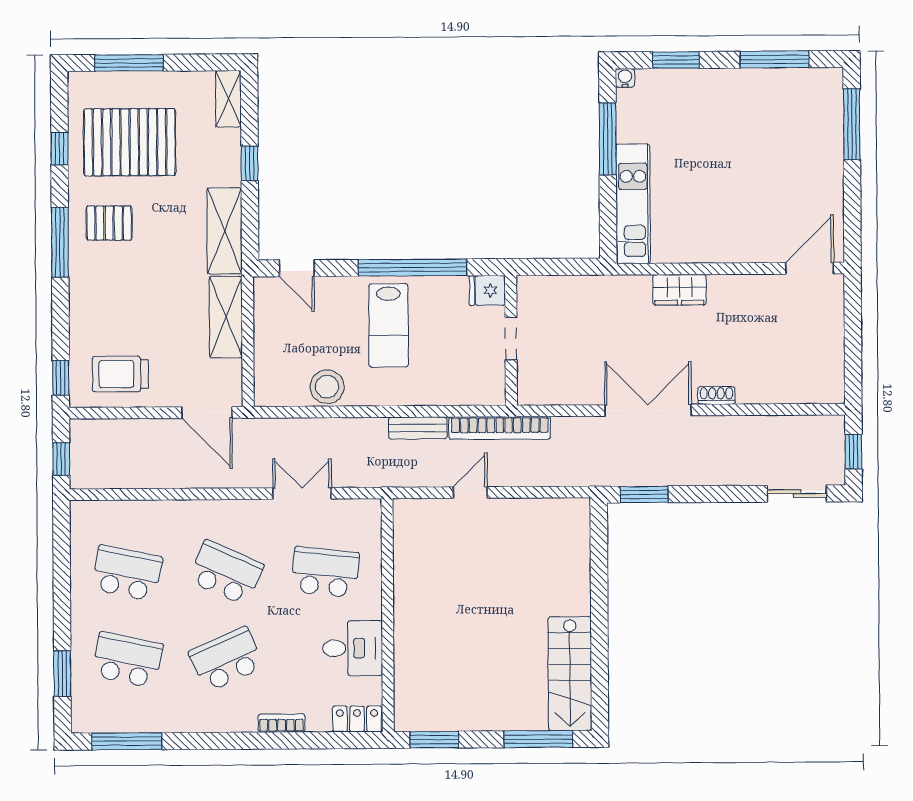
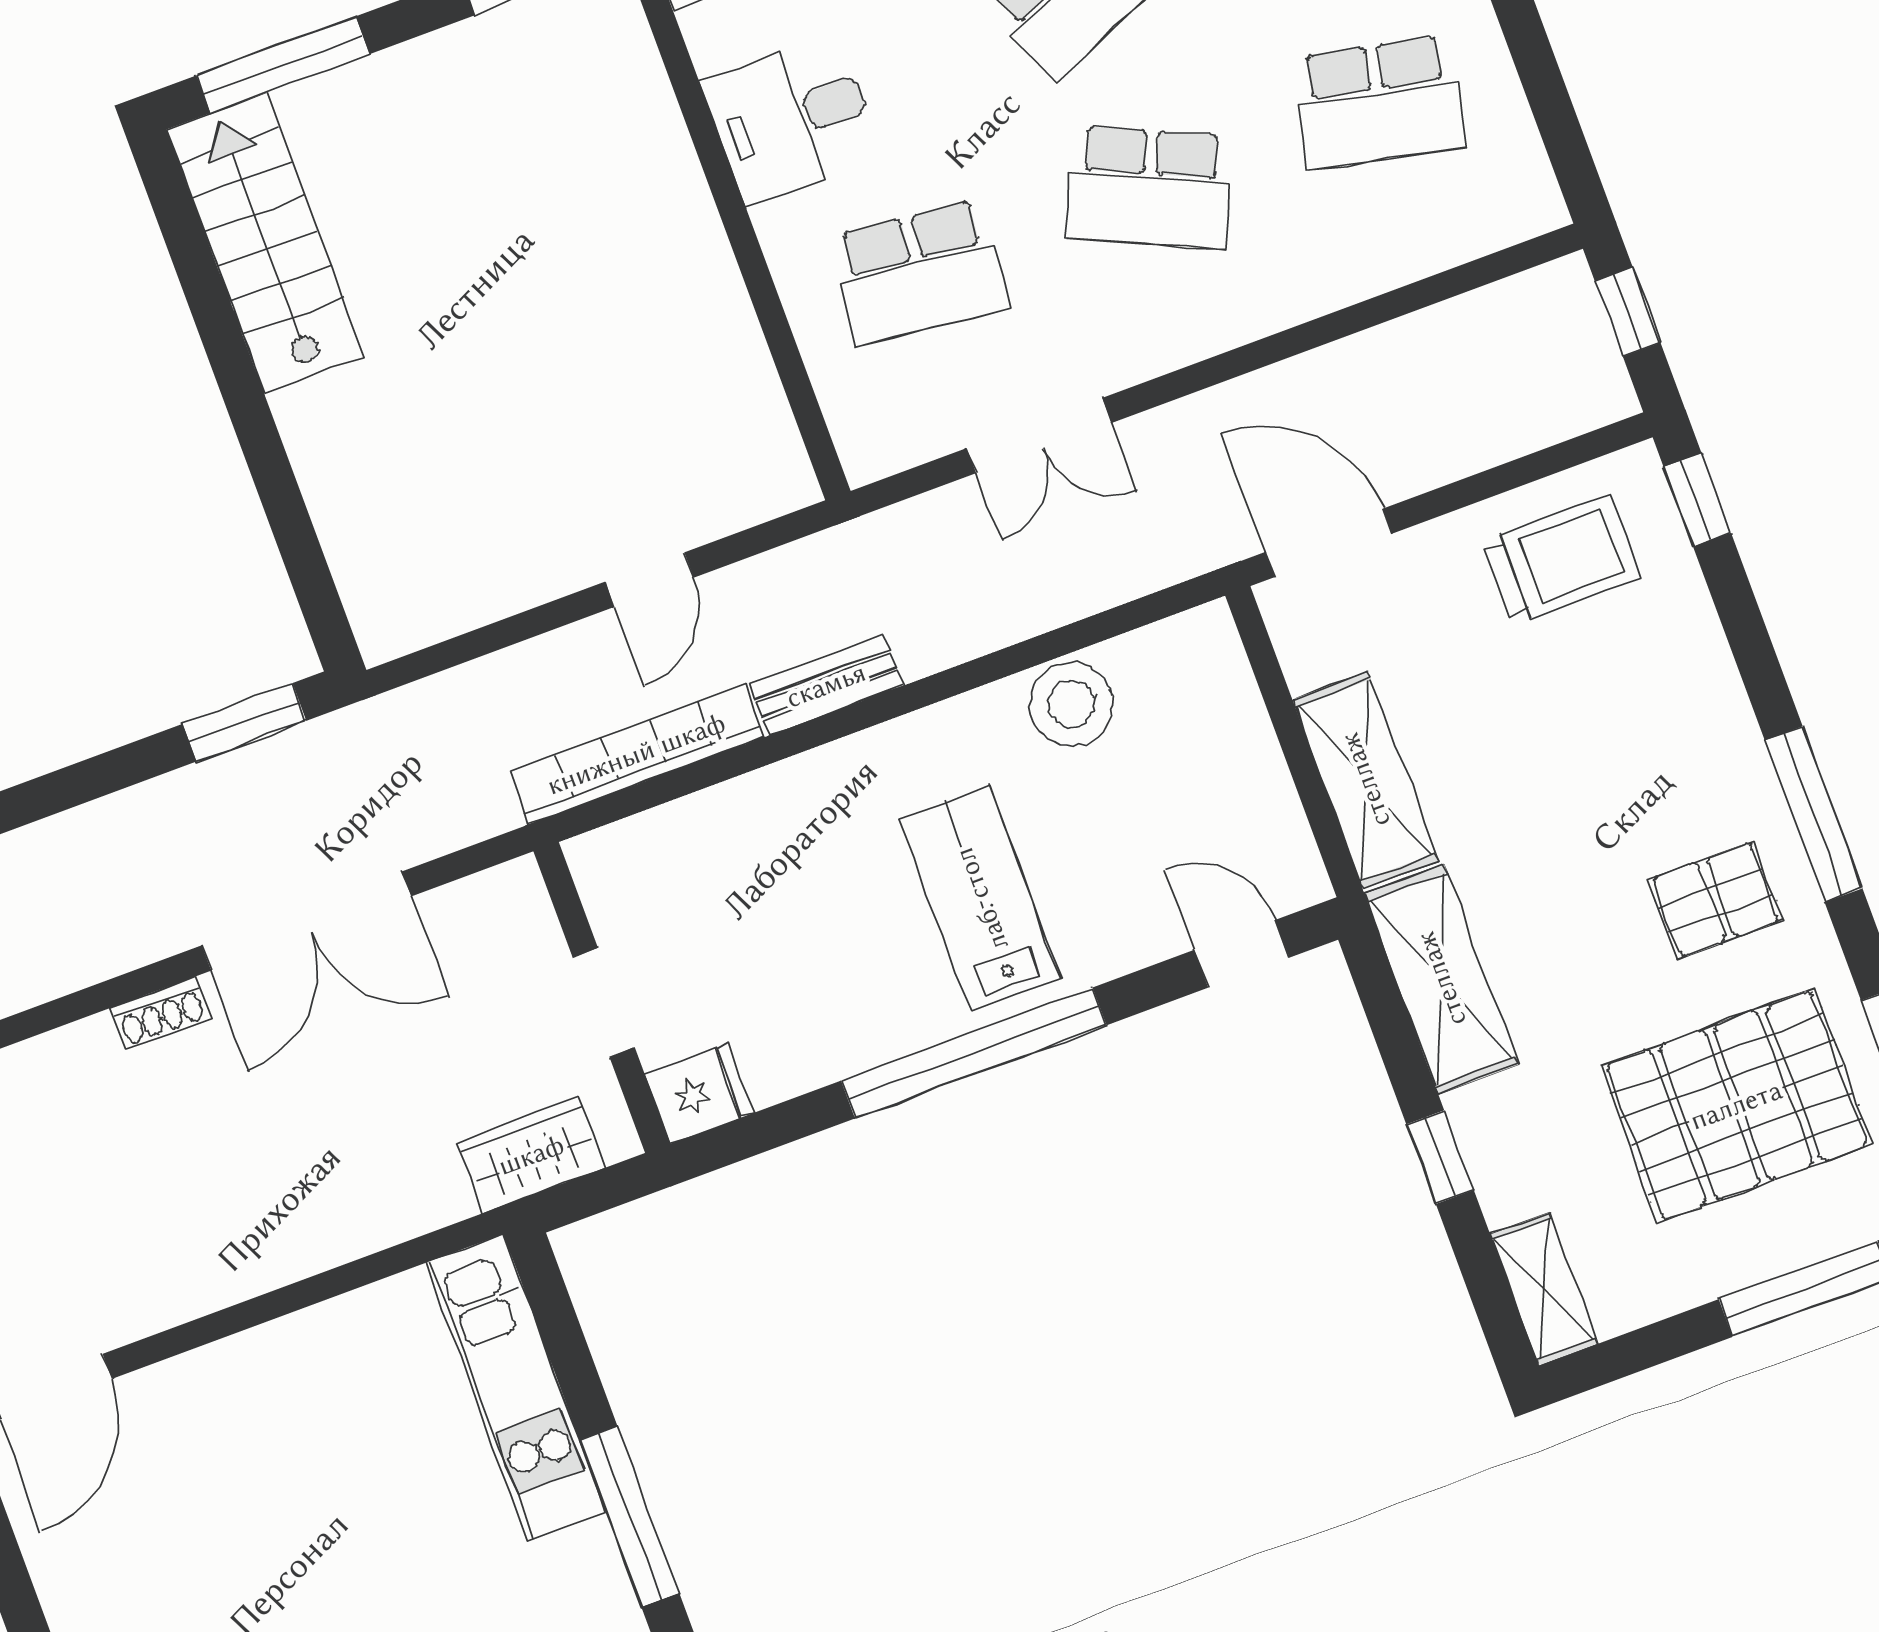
fridge: (487, 290) -> (699, 1094), moved
wardrobe: (679, 290) -> (531, 1155), moved
doorway: (511, 338) -> (604, 1002), moved
wall: (511, 340) -> (602, 998), moved

